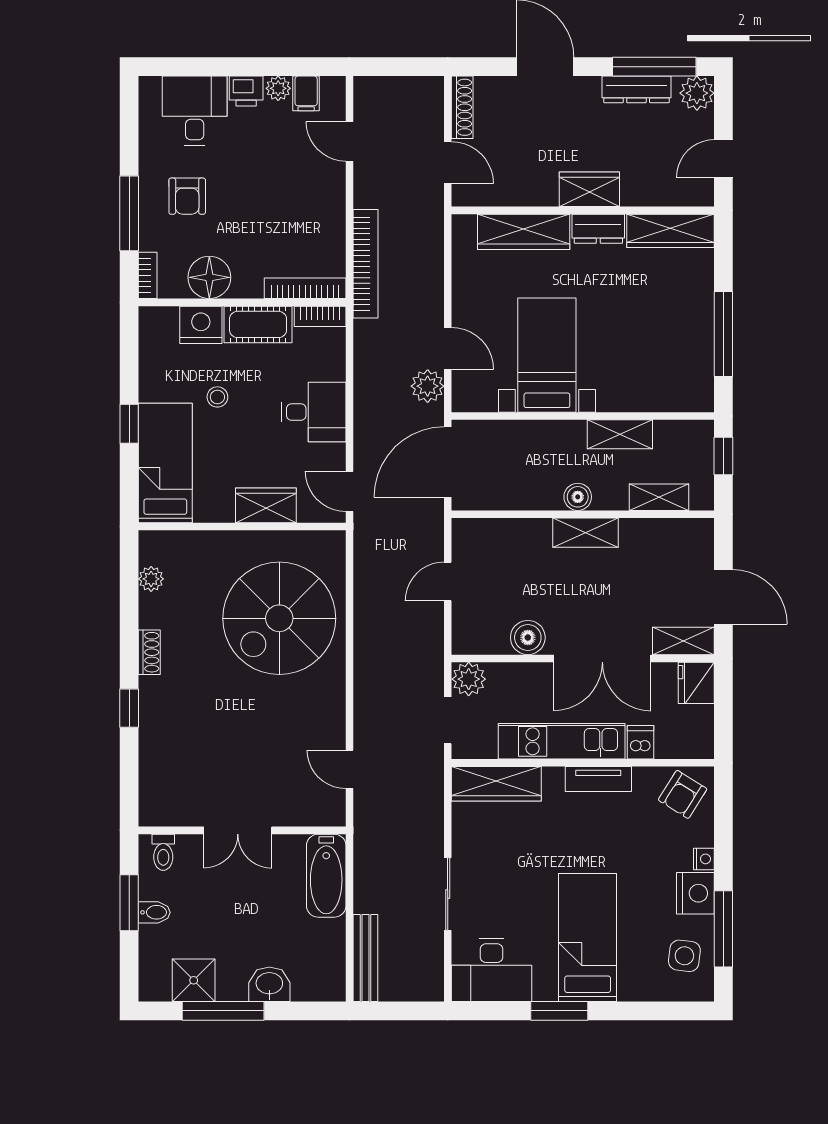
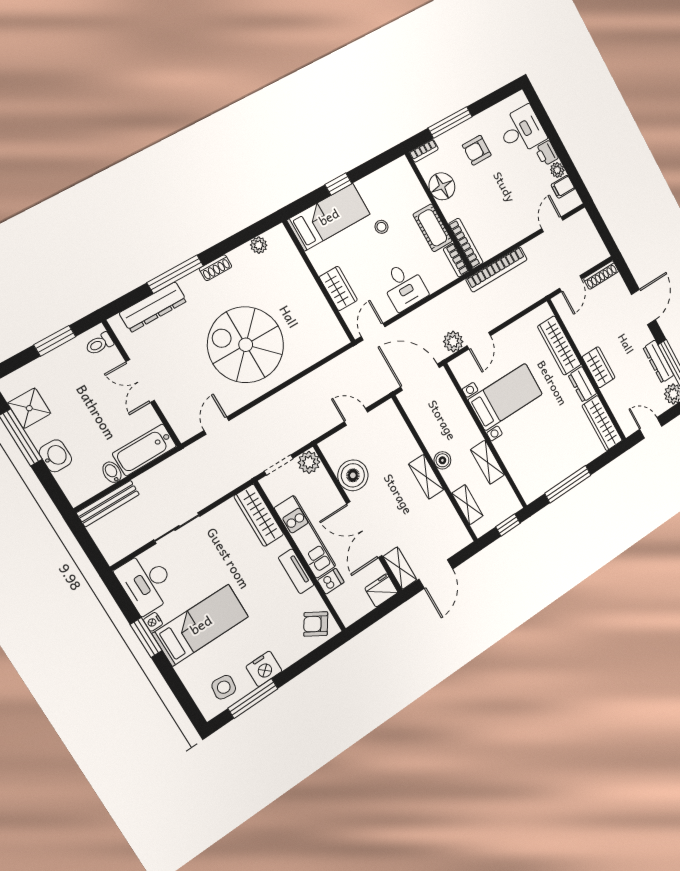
nightstand: (201, 325) -> (415, 196), removed
spiral stairs: (279, 618) -> (246, 345), moved
boiler: (528, 638) -> (353, 475), width x1.37, depth x1.37
window: (129, 708) -> (175, 274), width x2.17
dresser: (155, 760) -> (153, 307), added
nightstand: (704, 859) -> (153, 622), moved, turned 90
bidet: (154, 912) -> (112, 472), moved, turned 180

